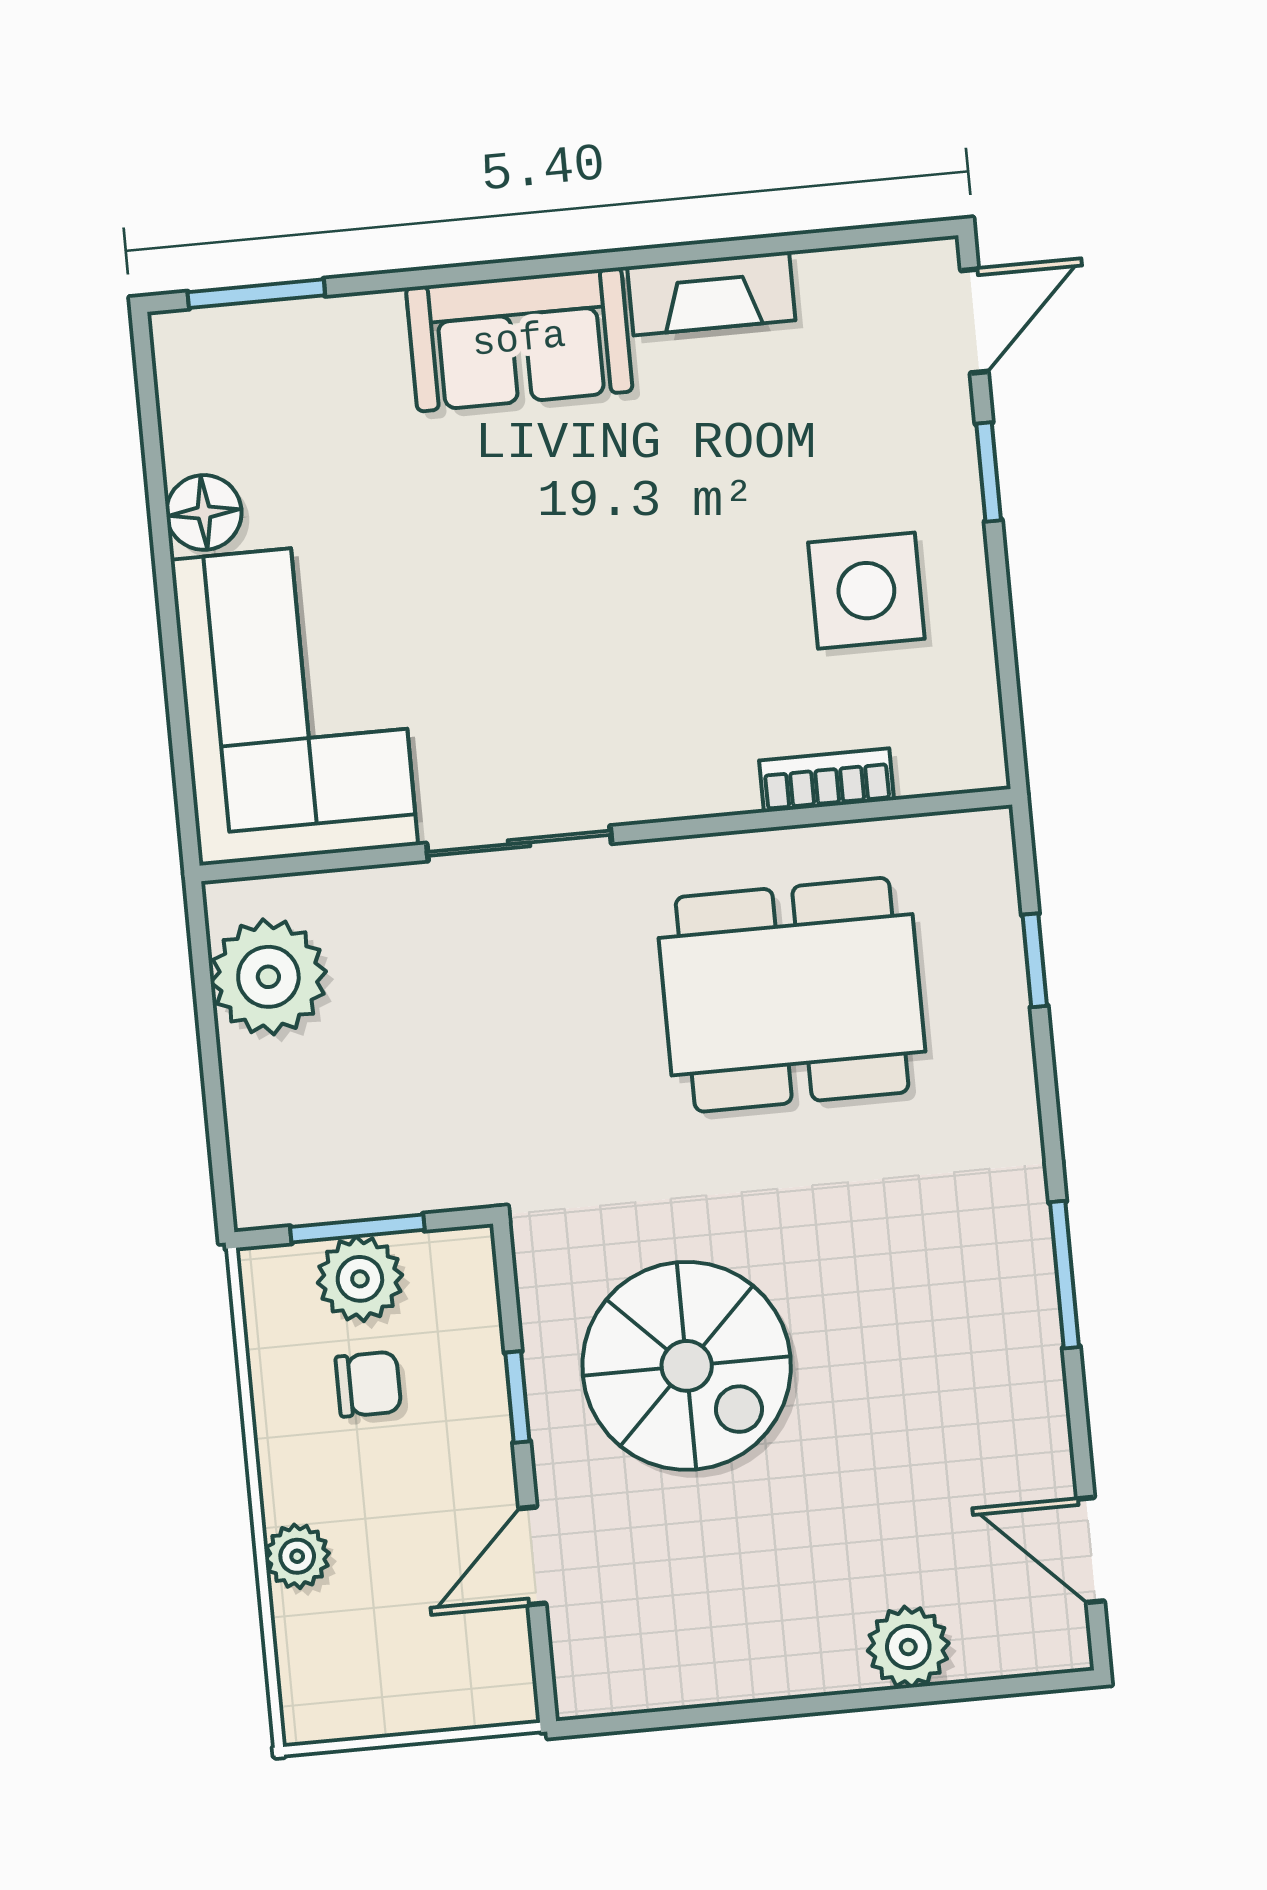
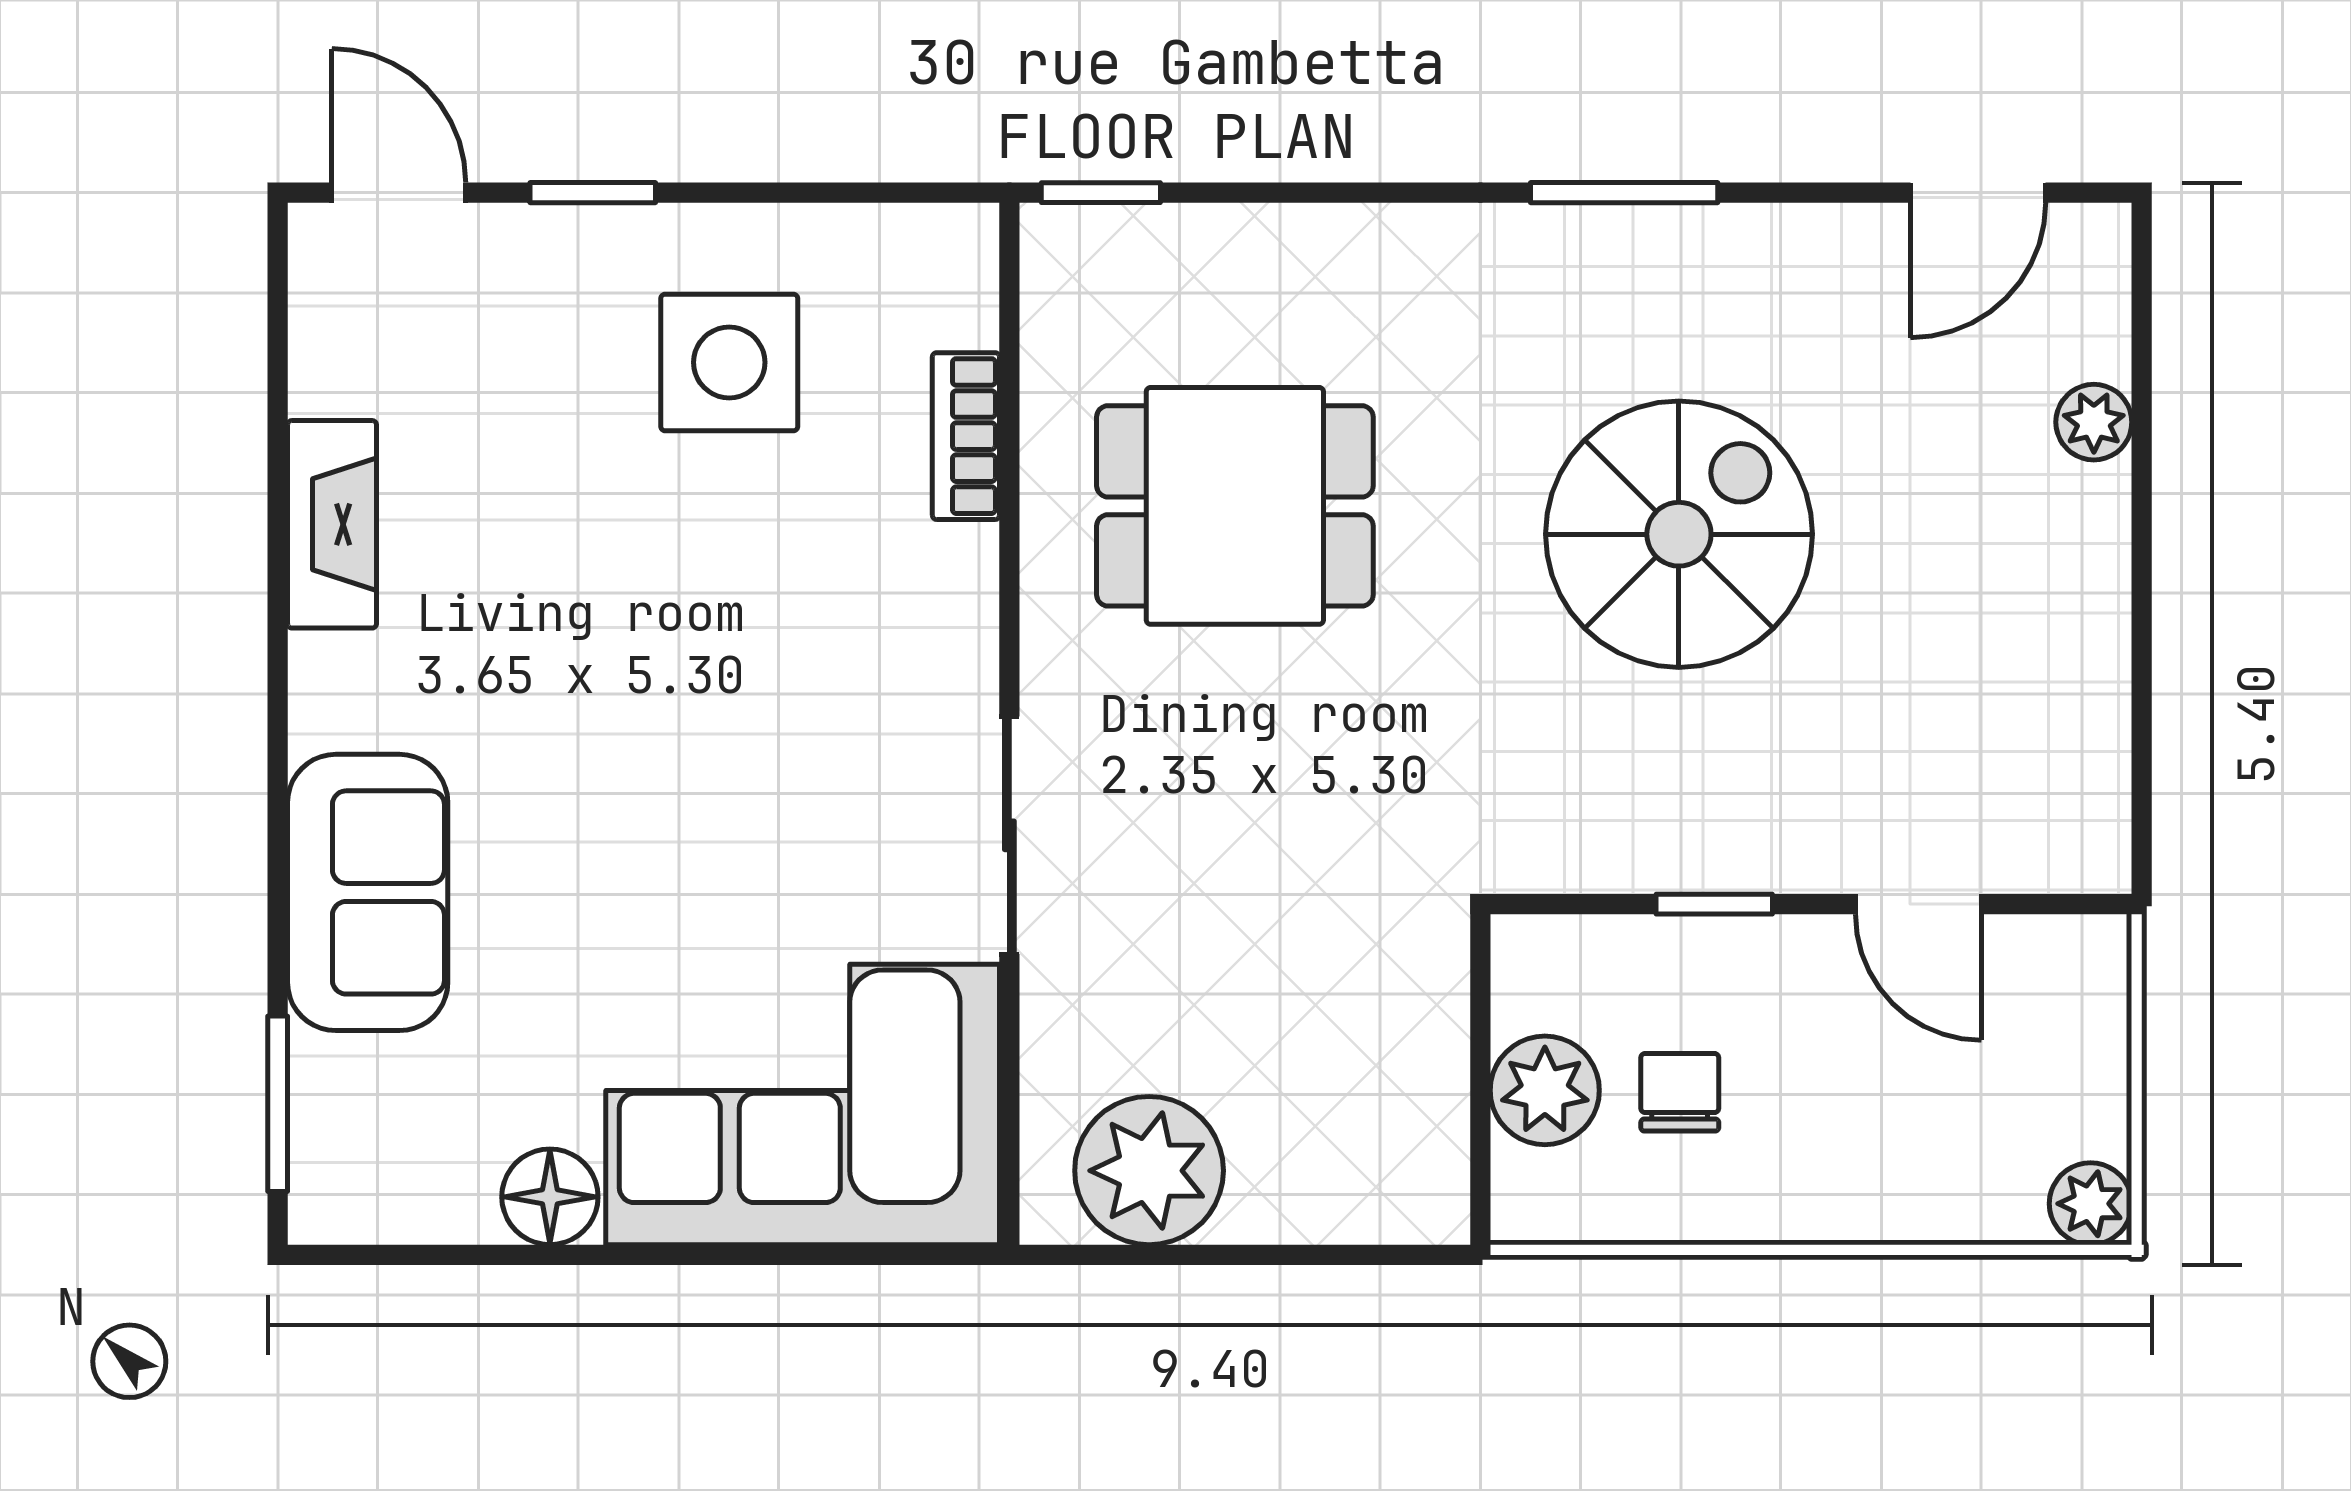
sofa: (519, 340) -> (368, 892), moved
window: (1035, 960) -> (1101, 193), moved
dining table: (792, 995) -> (1235, 506), width x0.73
window: (357, 1228) -> (1480, 1088), removed
spiral stairs: (687, 1366) -> (1679, 534), moved
plant: (297, 1556) -> (2091, 1204), moved
plant: (908, 1647) -> (2094, 422), width x0.73, depth x0.73

